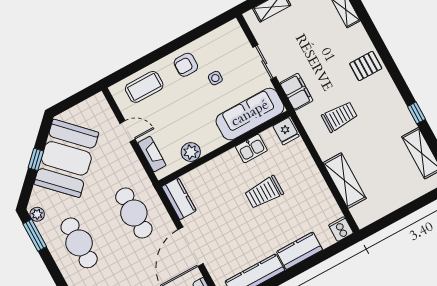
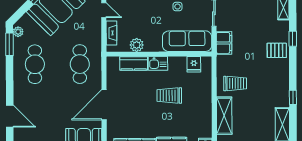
window: (377, 41) -> (293, 39), added
trolley: (340, 117) -> (235, 83), moved
fridge: (286, 131) -> (194, 64), moved
kitchen sink: (251, 148) -> (158, 63), moved
kitchen counter: (179, 199) -> (134, 63), moved, turned 90

